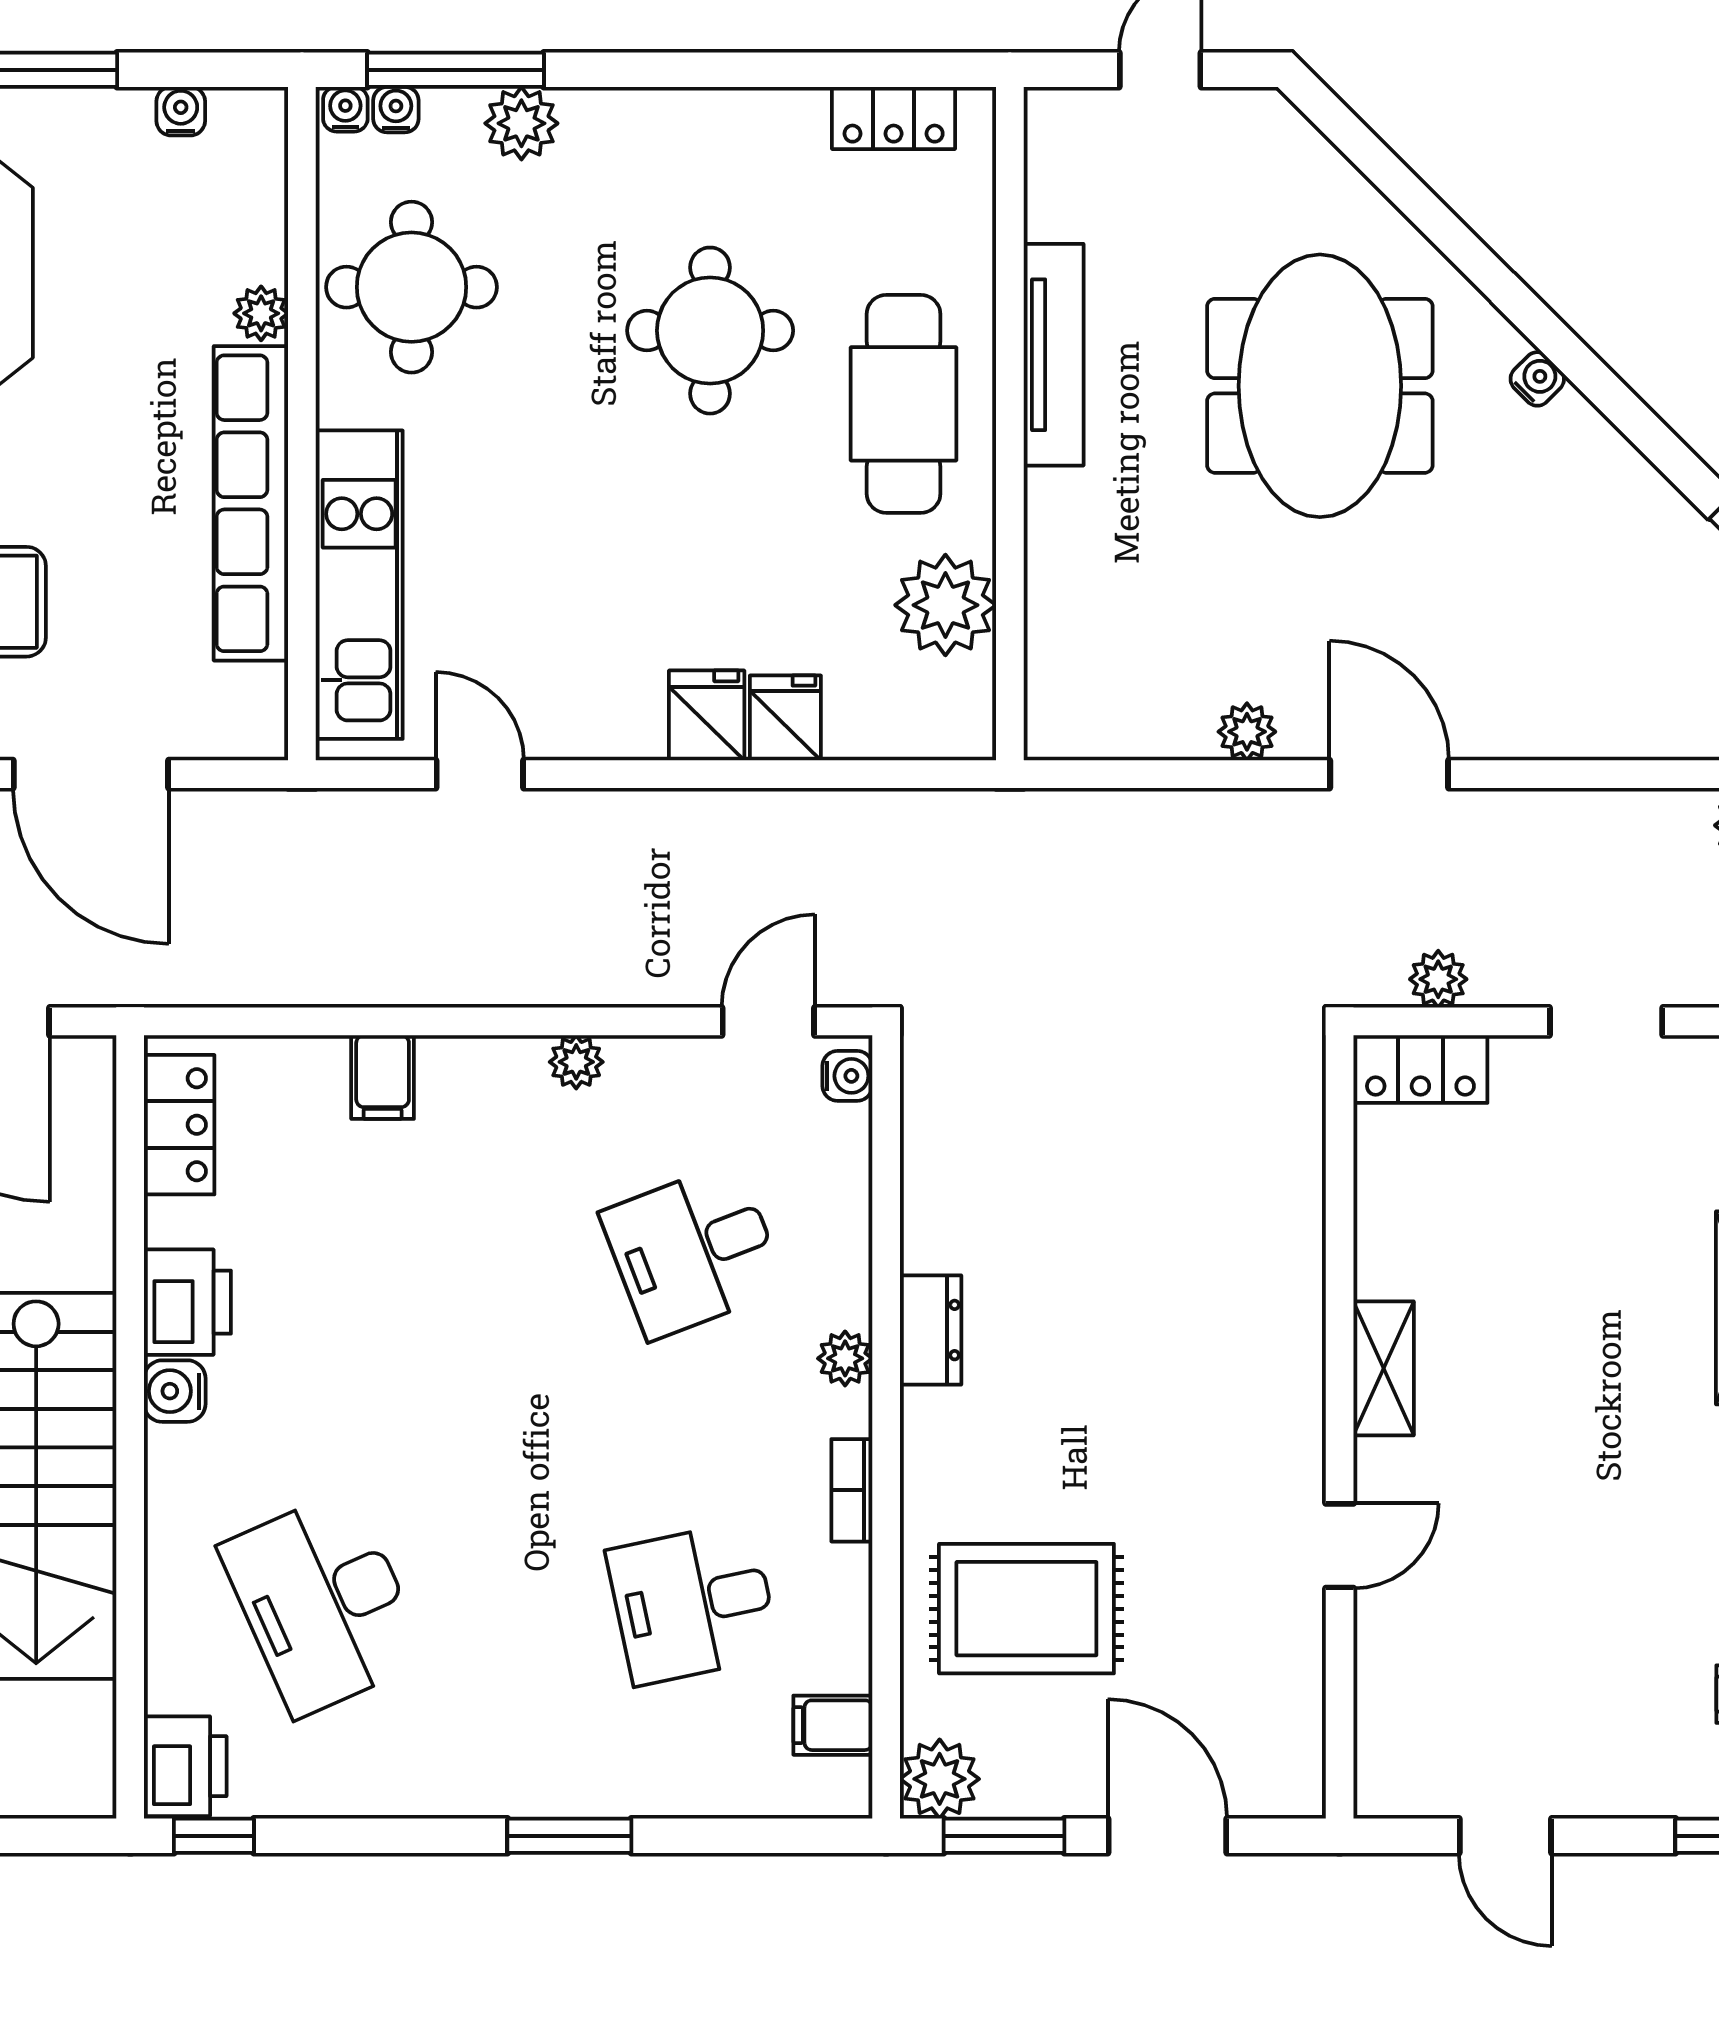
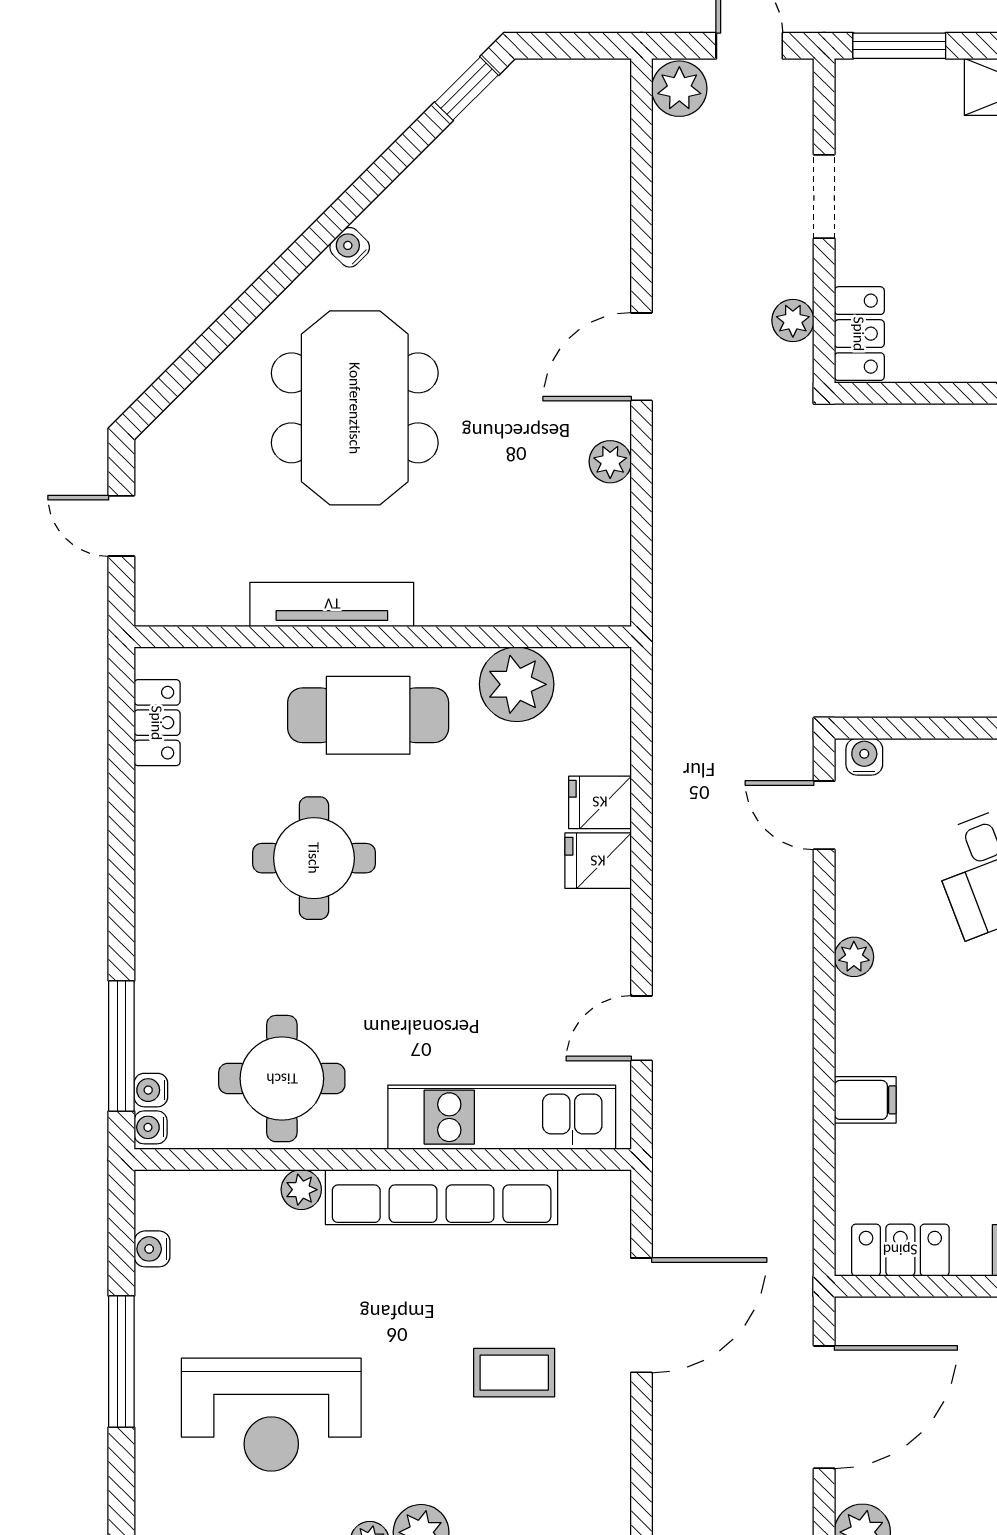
plant: (521, 123) -> (161, 997), removed
meeting table: (1320, 386) -> (355, 408), turned 90

